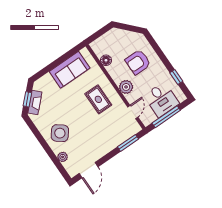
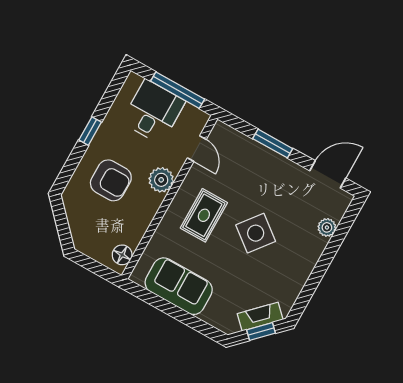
floor lamp: (106, 60) -> (122, 255), moved
window: (176, 77) -> (90, 131), moved
door: (133, 112) -> (197, 149), swing flipped
side table: (60, 133) -> (256, 233), moved
window: (128, 143) -> (273, 144), moved

